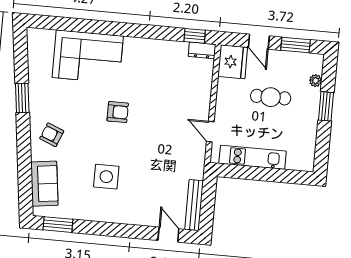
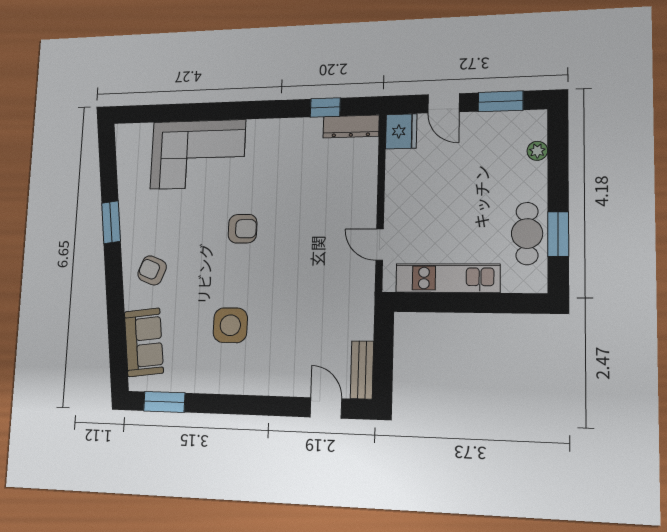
window: (195, 36) -> (325, 107), moved
dresser: (202, 50) -> (351, 126), width x1.44
fridge: (233, 62) -> (401, 131), width x0.73, depth x0.75
cafe table: (271, 97) -> (527, 233), moved, turned 90
window: (326, 106) -> (558, 234), moved
bench: (194, 205) -> (362, 370), width x0.73

